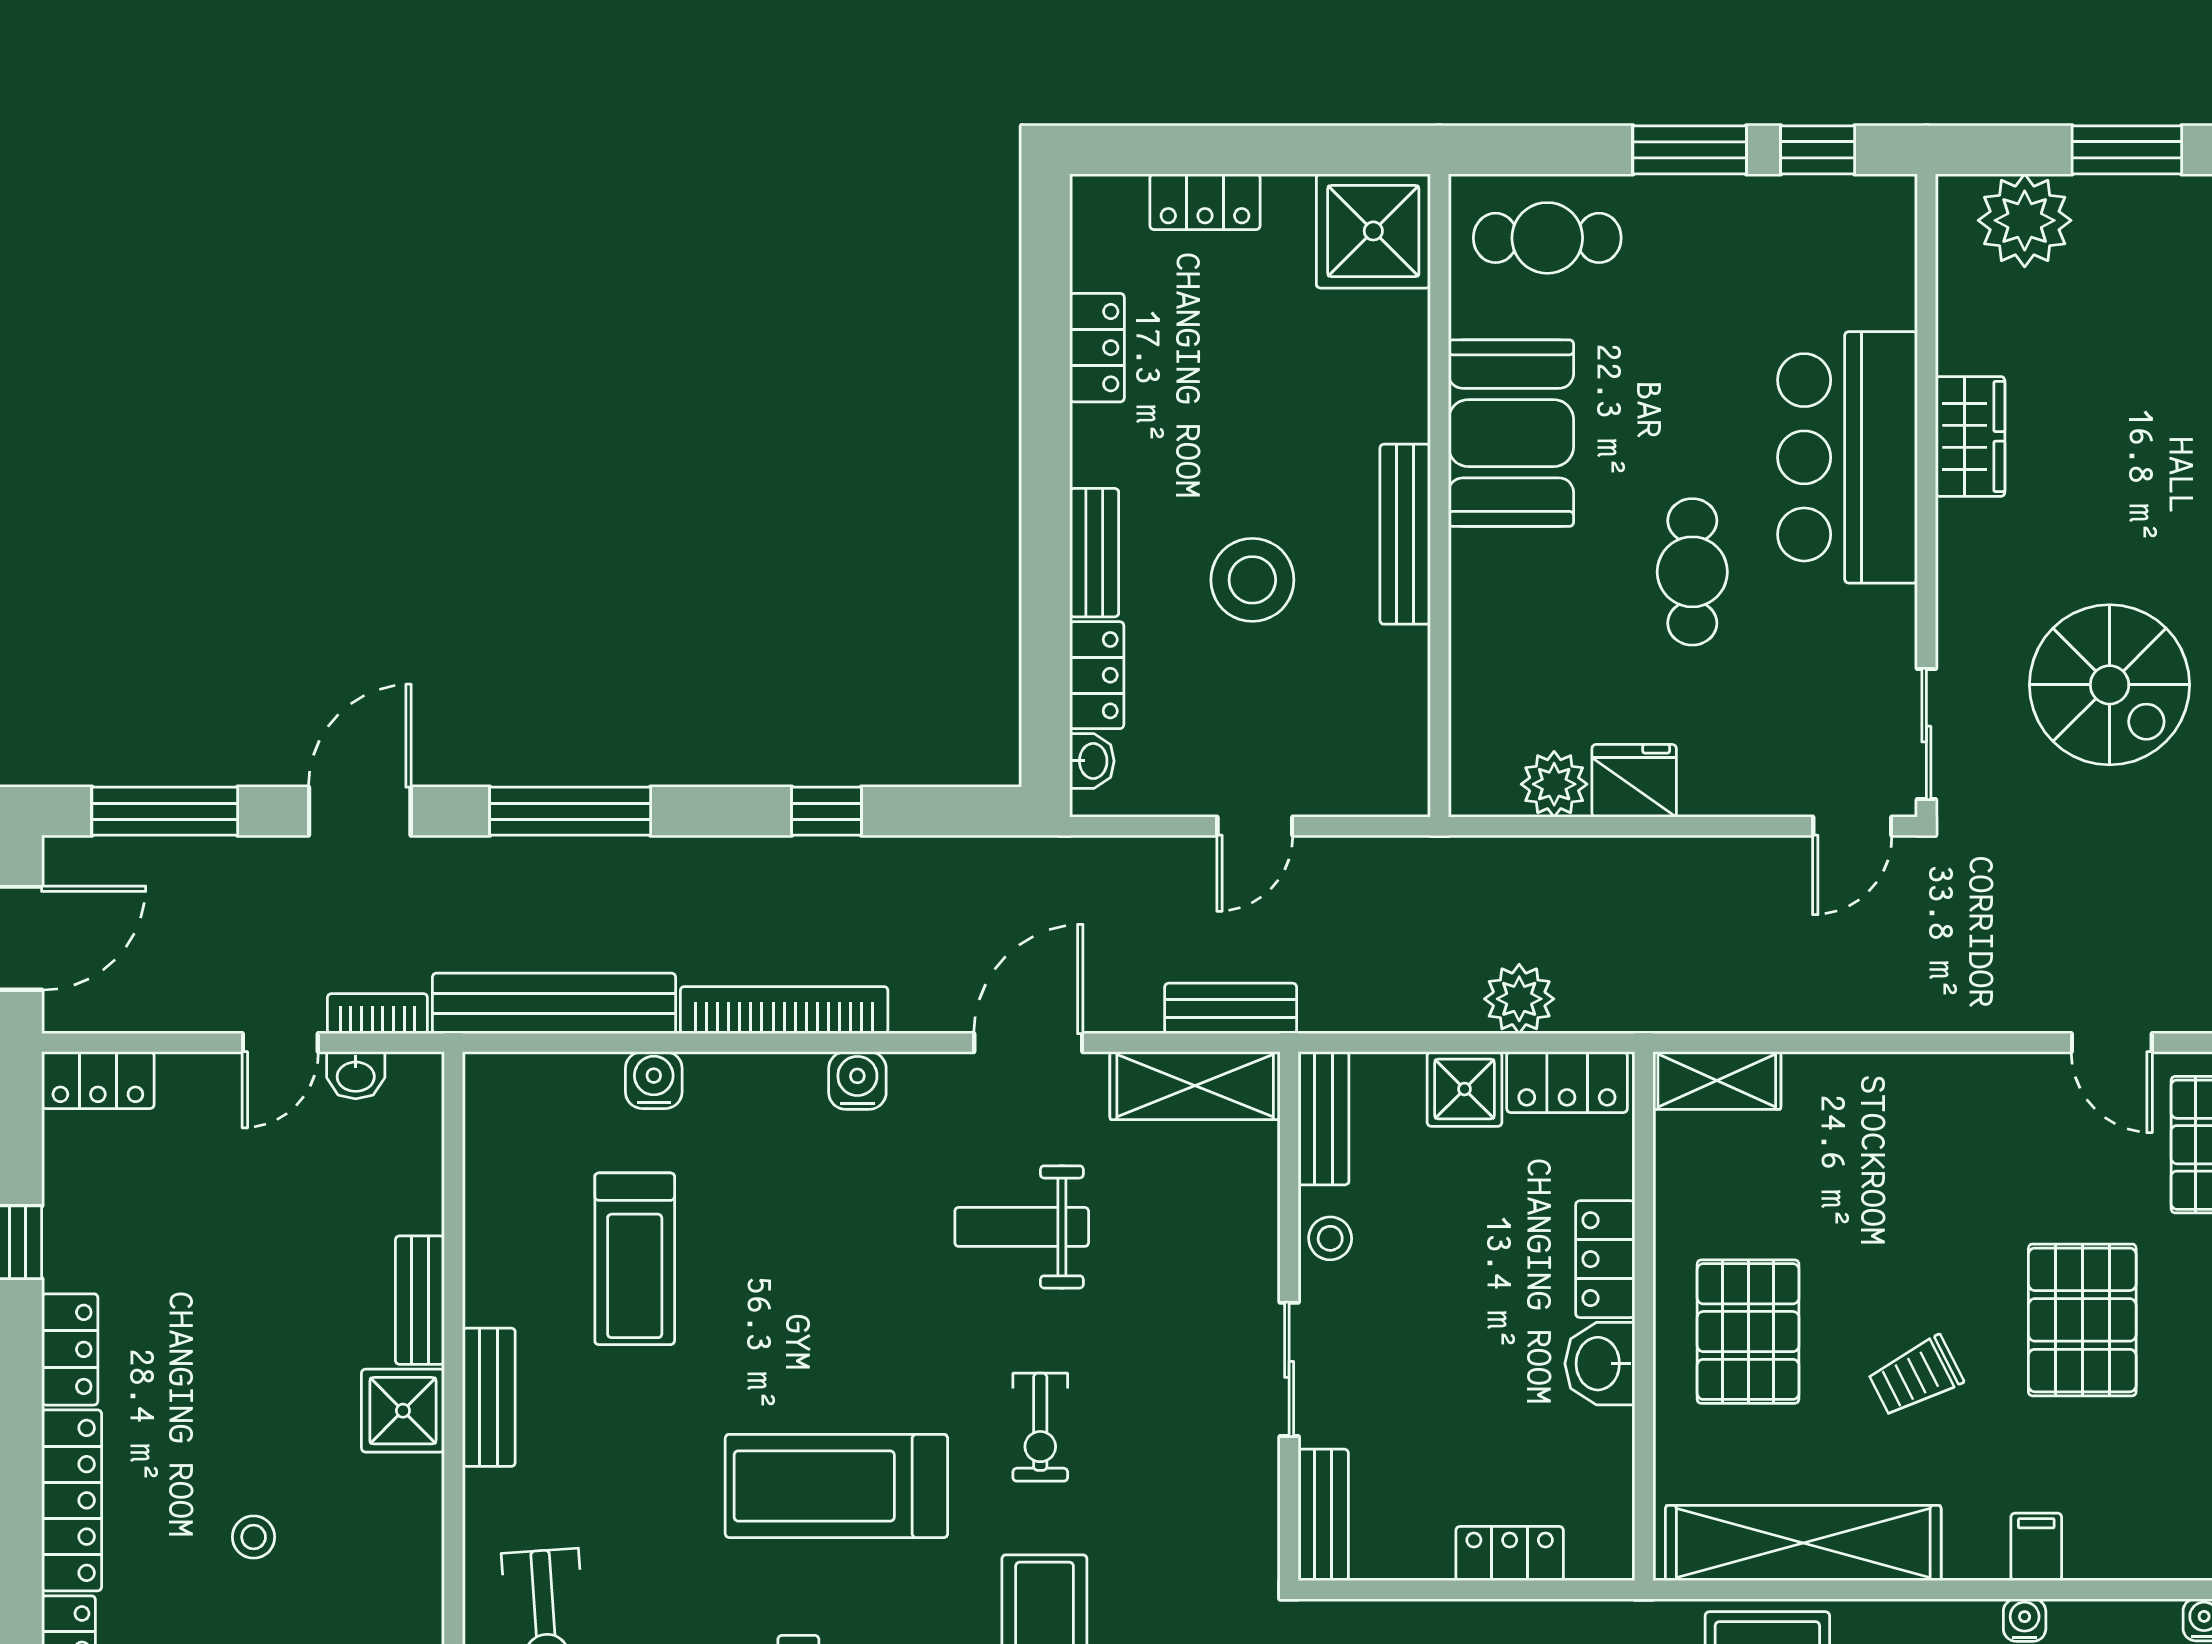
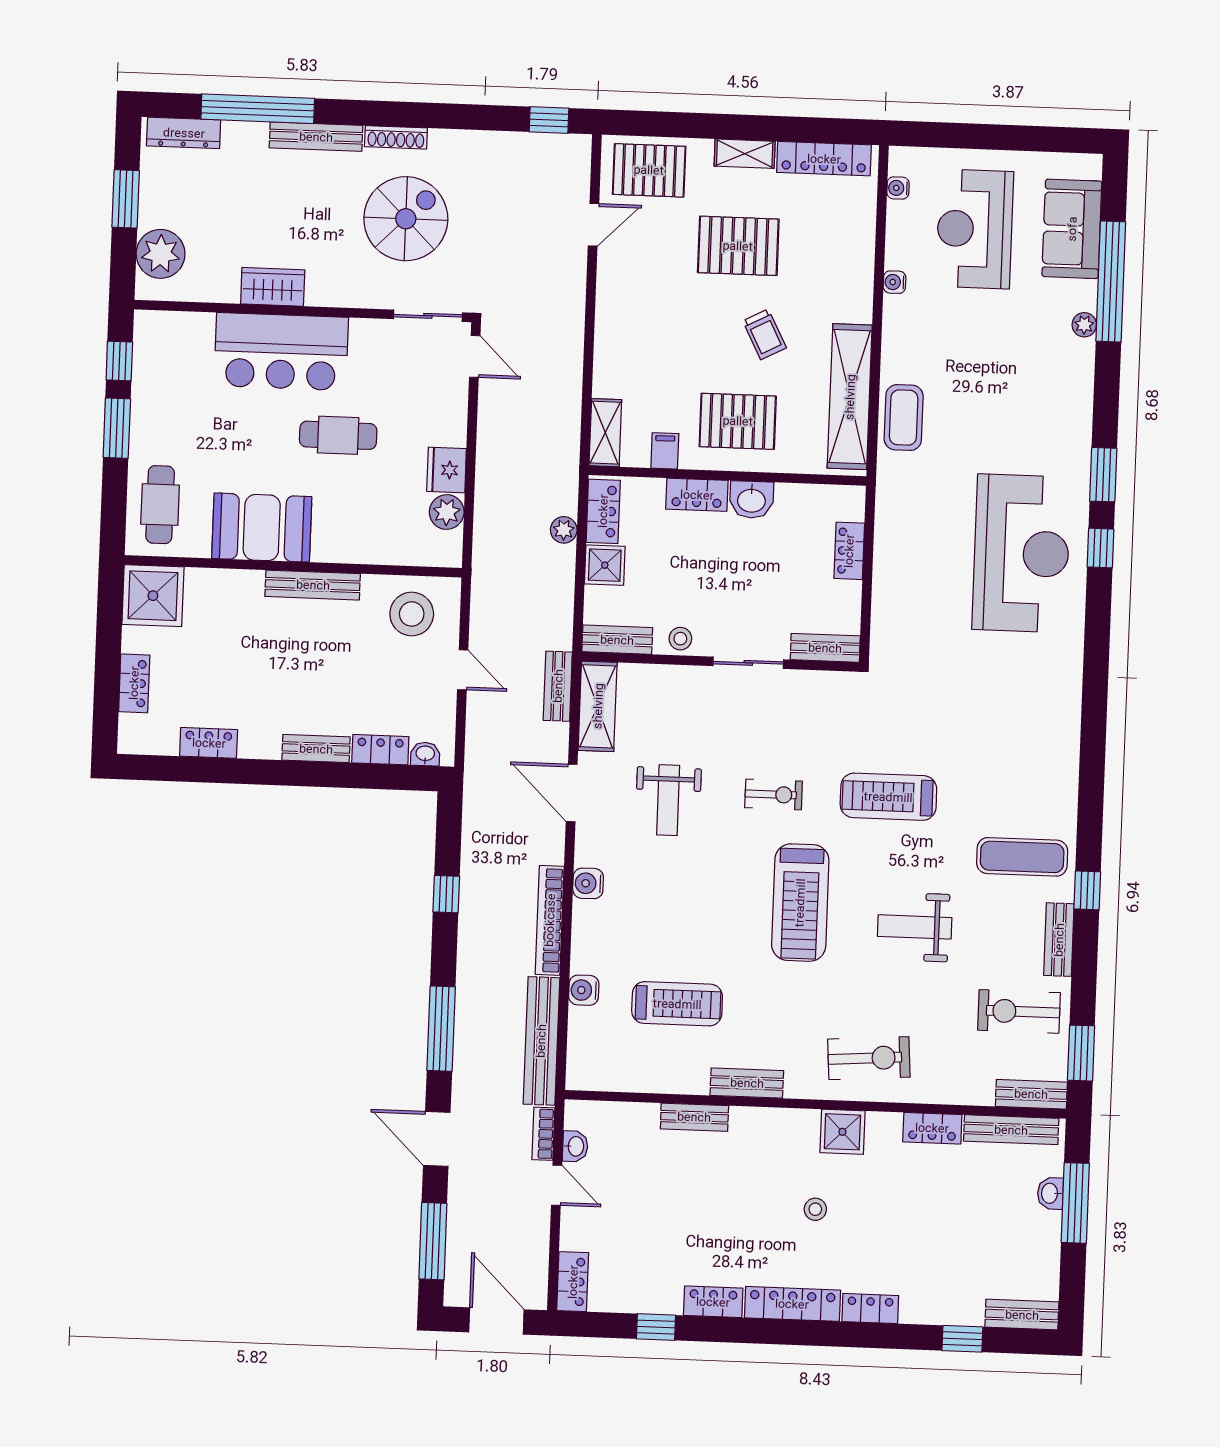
stool: (1252, 580) -> (412, 614), moved
plant: (1519, 999) -> (564, 530), width x0.73, depth x0.73
shower: (403, 1411) -> (842, 1132), moved
filing cabinet: (2036, 1547) -> (665, 451), moved, turned 90

